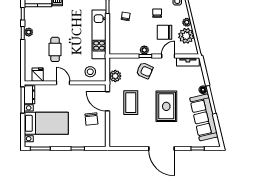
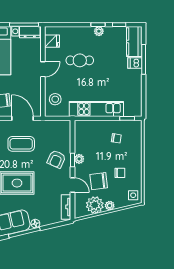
chair: (165, 32) -> (99, 181), turned -97
plant: (115, 76) -> (50, 127), removed
door: (108, 101) -> (23, 118), hinge flipped

